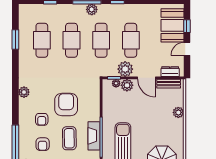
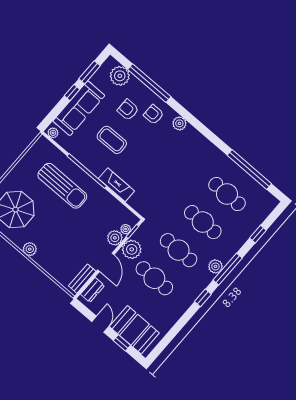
window: (15, 39) -> (249, 170), width x2.11
door: (146, 78) -> (106, 262), swing flipped
plant: (24, 92) -> (179, 123), moved
armchair: (66, 105) -> (146, 165), removed
plant: (178, 112) -> (30, 249), moved
armchair: (42, 119) -> (154, 114), moved
fireplace: (94, 136) -> (116, 185), moved

